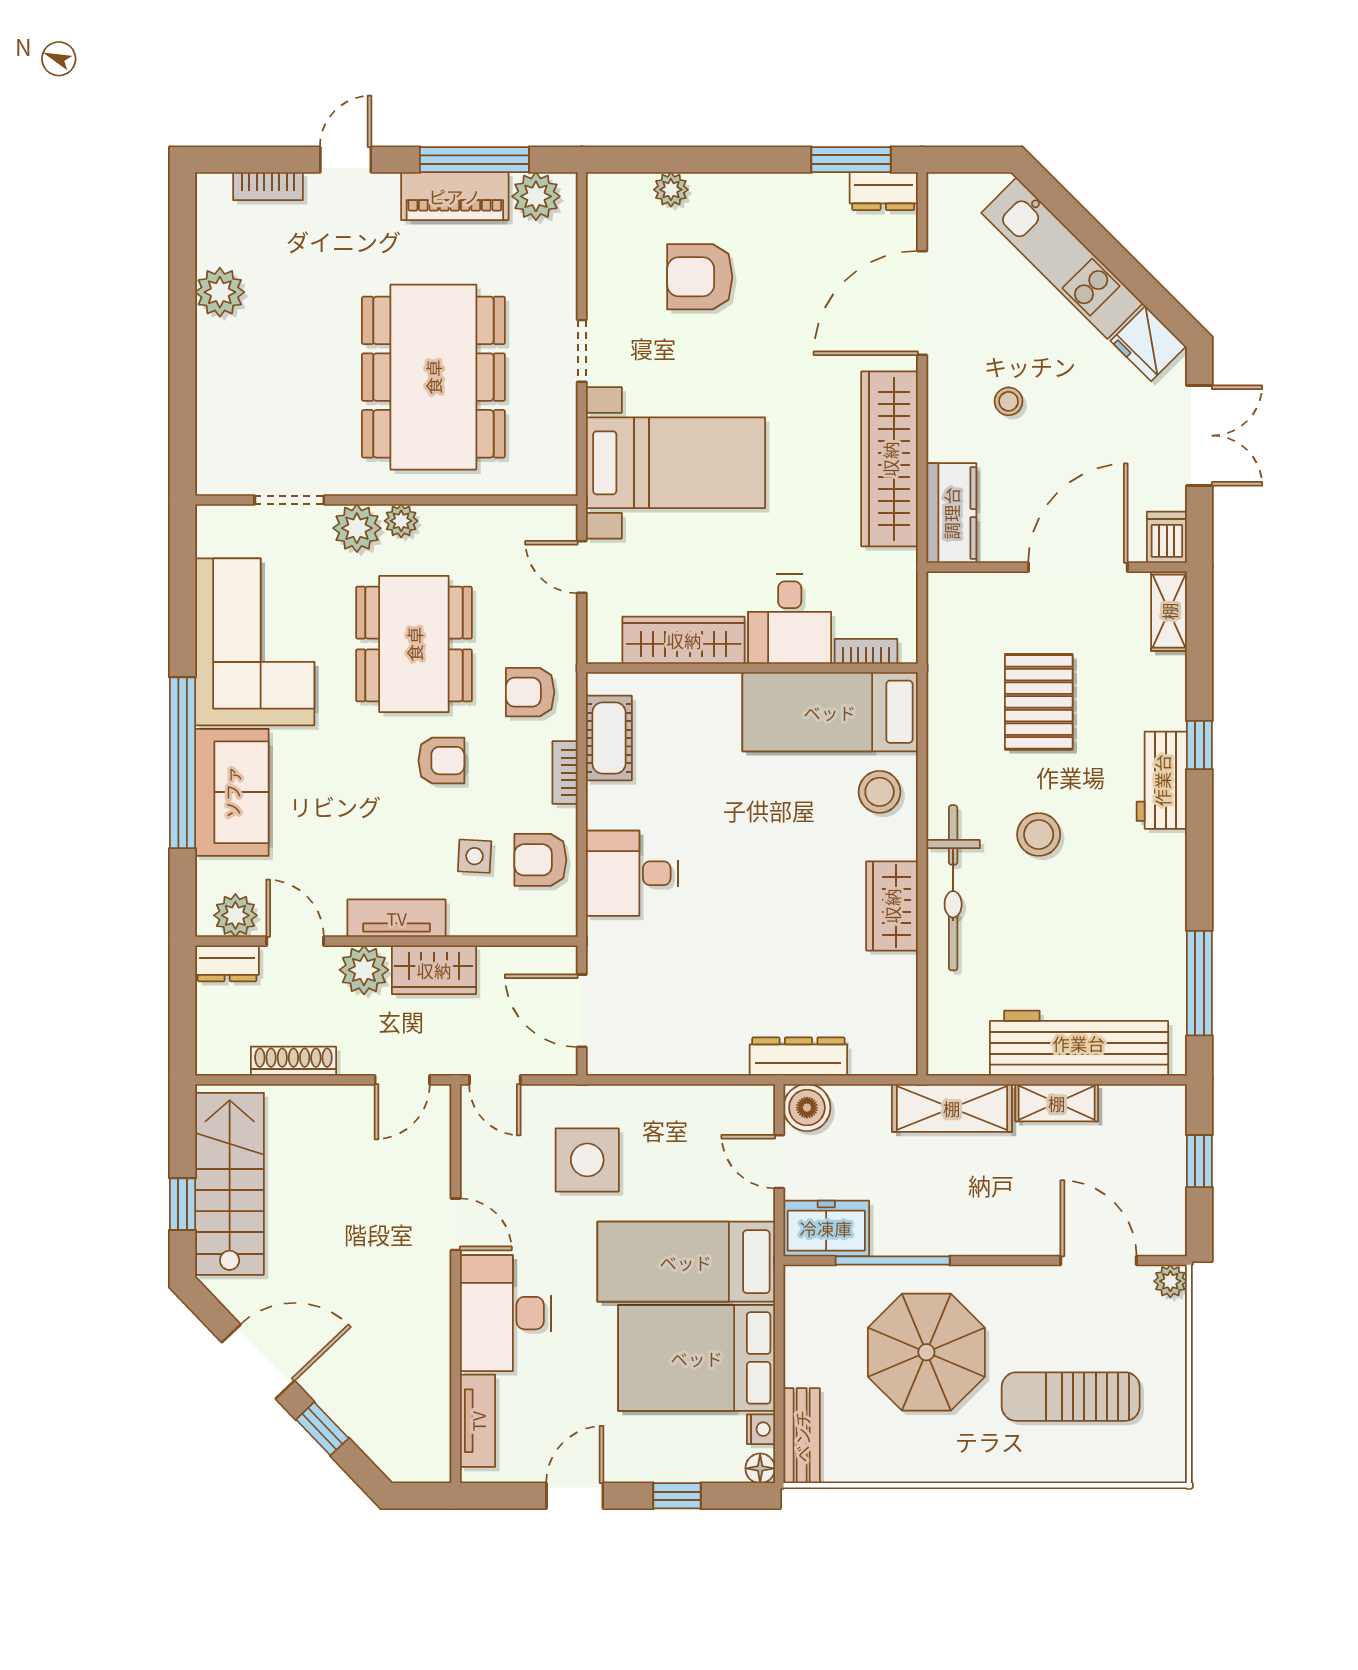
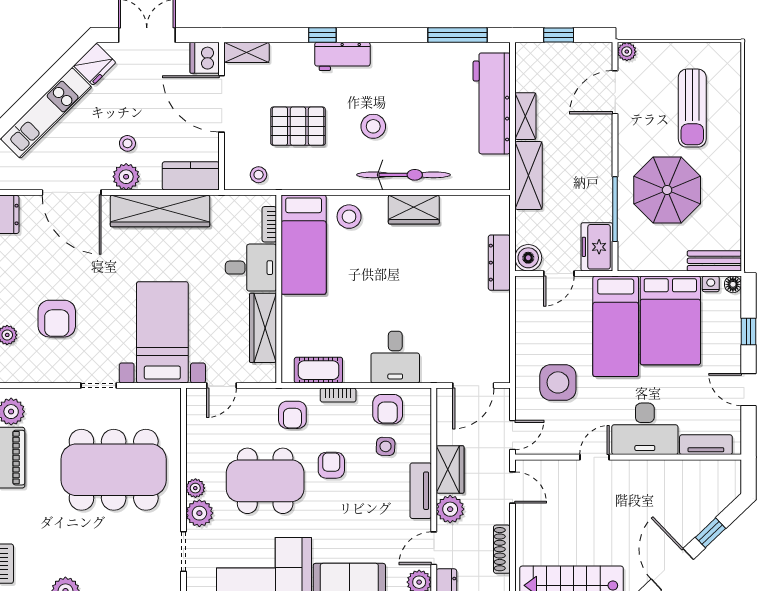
plant: (950, 399) -> (126, 177), added
dishwasher: (1167, 537) -> (205, 58), width x1.38
stool: (953, 632) -> (259, 175), added

